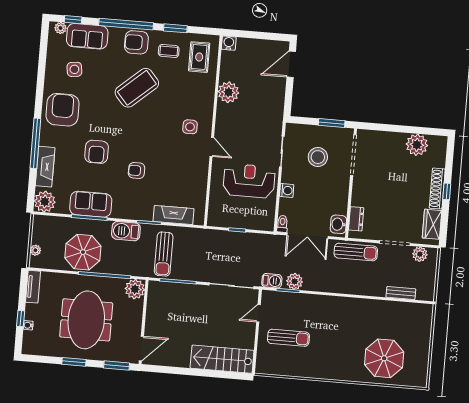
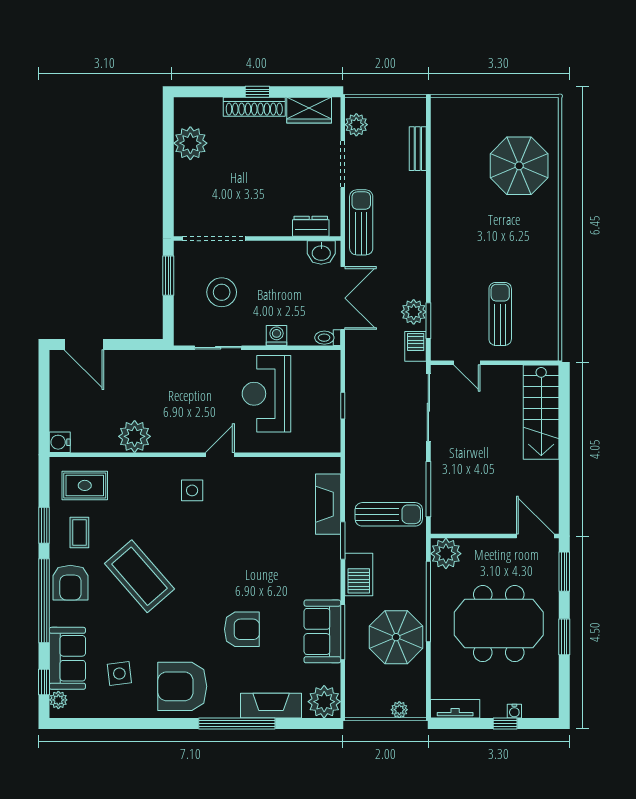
armchair: (137, 170) -> (265, 566), removed

